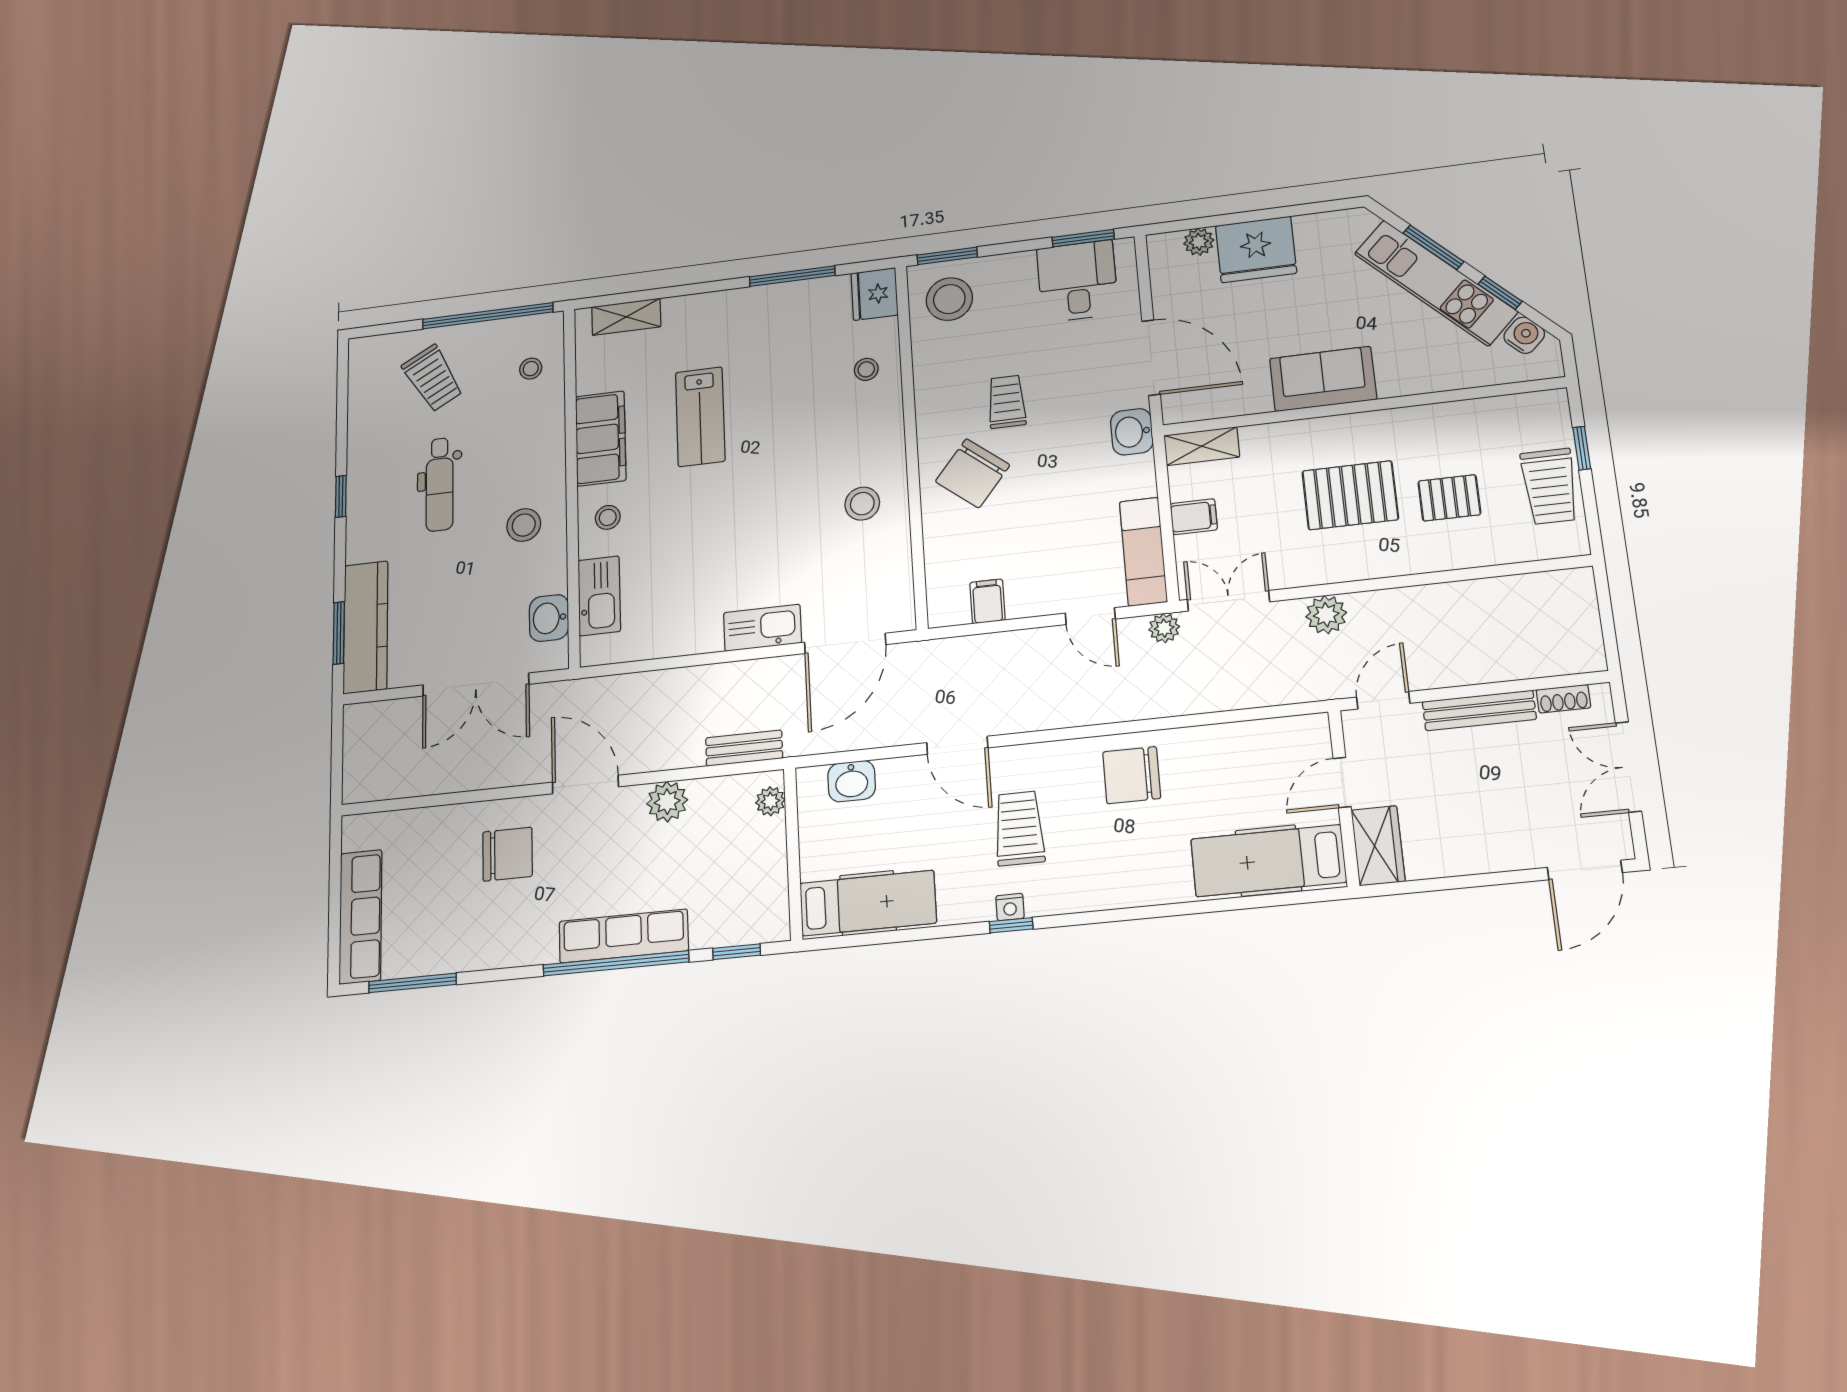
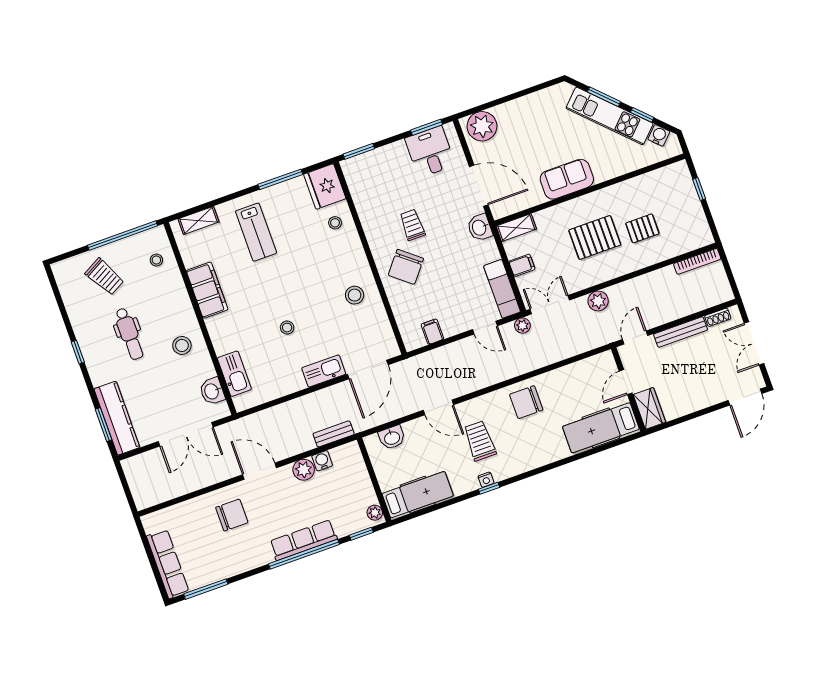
plant: (1199, 242) -> (482, 126), width x1.88, depth x1.88
fridge: (1256, 249) -> (516, 116), removed
fridge: (875, 294) -> (325, 186), width x1.36, depth x1.34
stool: (949, 299) -> (367, 175), removed
lab bench: (700, 417) -> (256, 232), moved
trolley: (1550, 486) -> (688, 212), removed
stool: (608, 517) -> (287, 328), moved
bookcase: (1546, 582) -> (697, 261), added
water cooler: (707, 793) -> (322, 461), added
plant: (770, 801) -> (375, 513), moved

